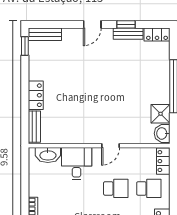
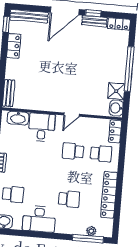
door: (92, 24) -> (65, 11), width x1.87
bench: (45, 34) -> (29, 16), width x1.36
locker: (36, 95) -> (14, 46), moved
school desk: (116, 188) -> (73, 151), turned 180

